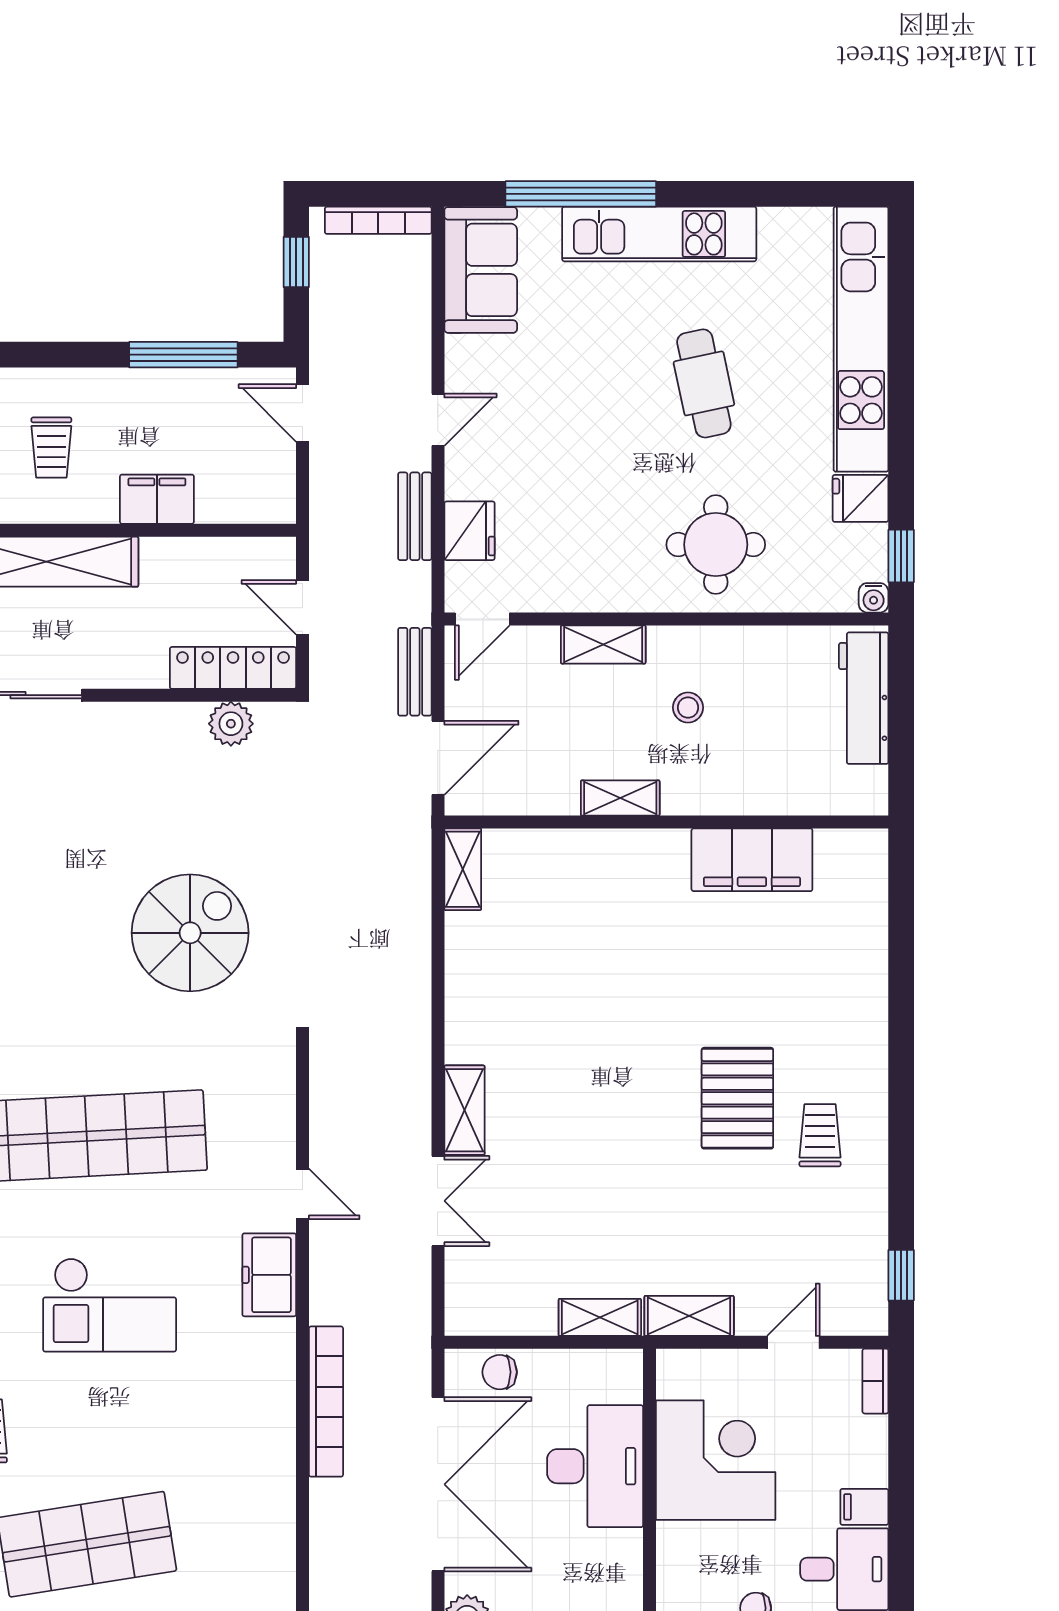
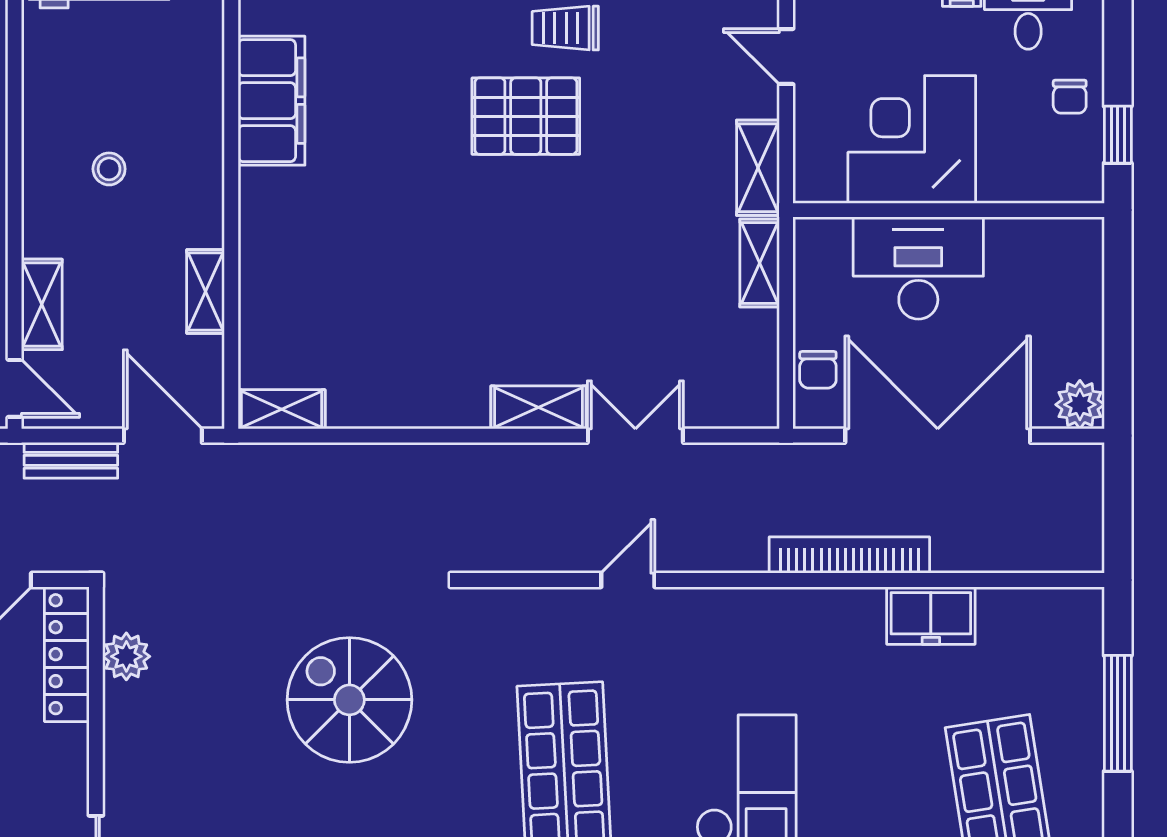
shelving: (603, 644) -> (42, 304), moved
shelving: (620, 798) -> (206, 292), moved
freezer: (269, 1275) -> (931, 616), moved

